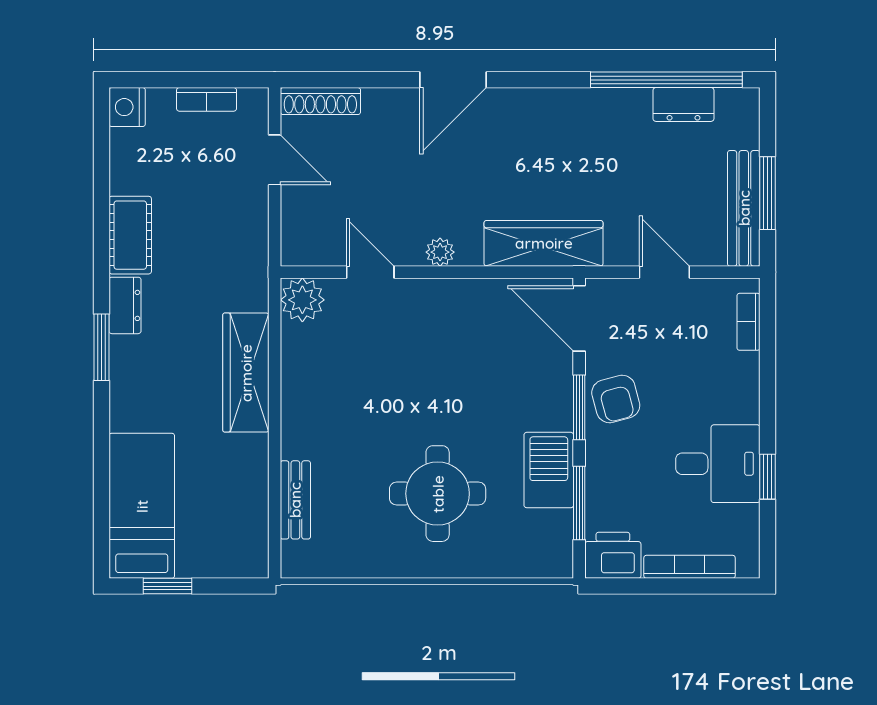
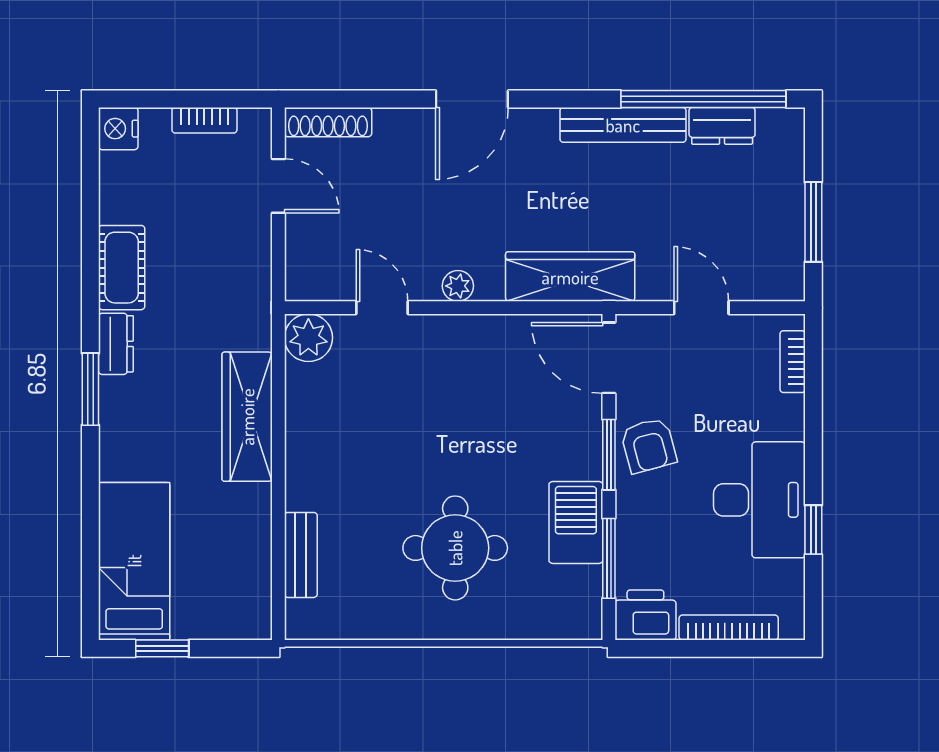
bench: (744, 208) -> (623, 125), moved, turned 90
desk: (718, 464) -> (759, 500), width x1.37

